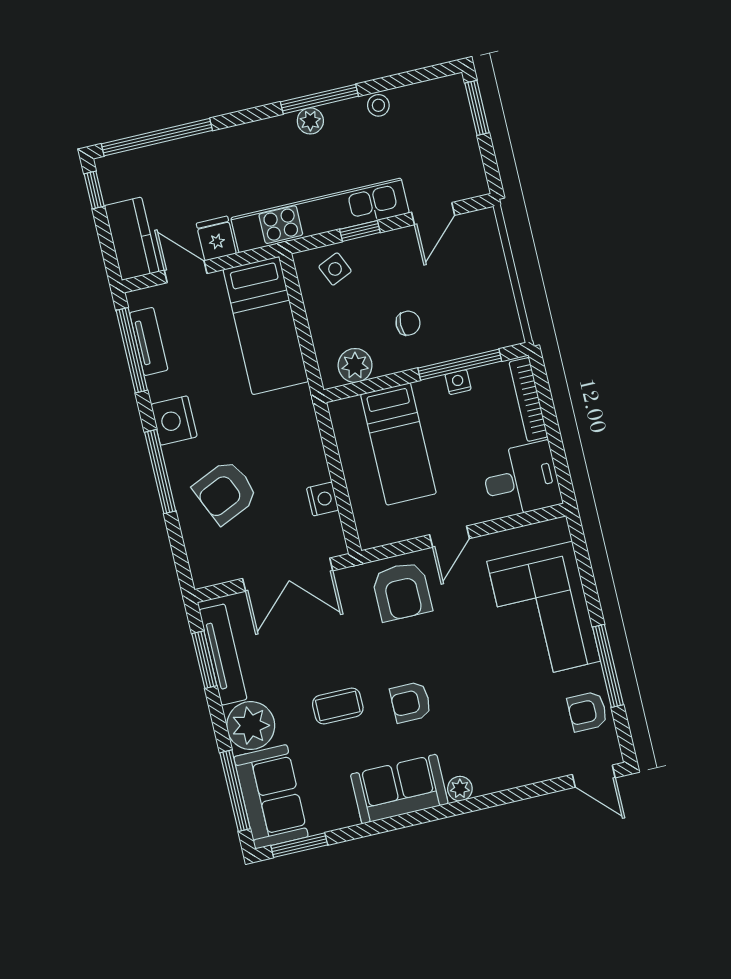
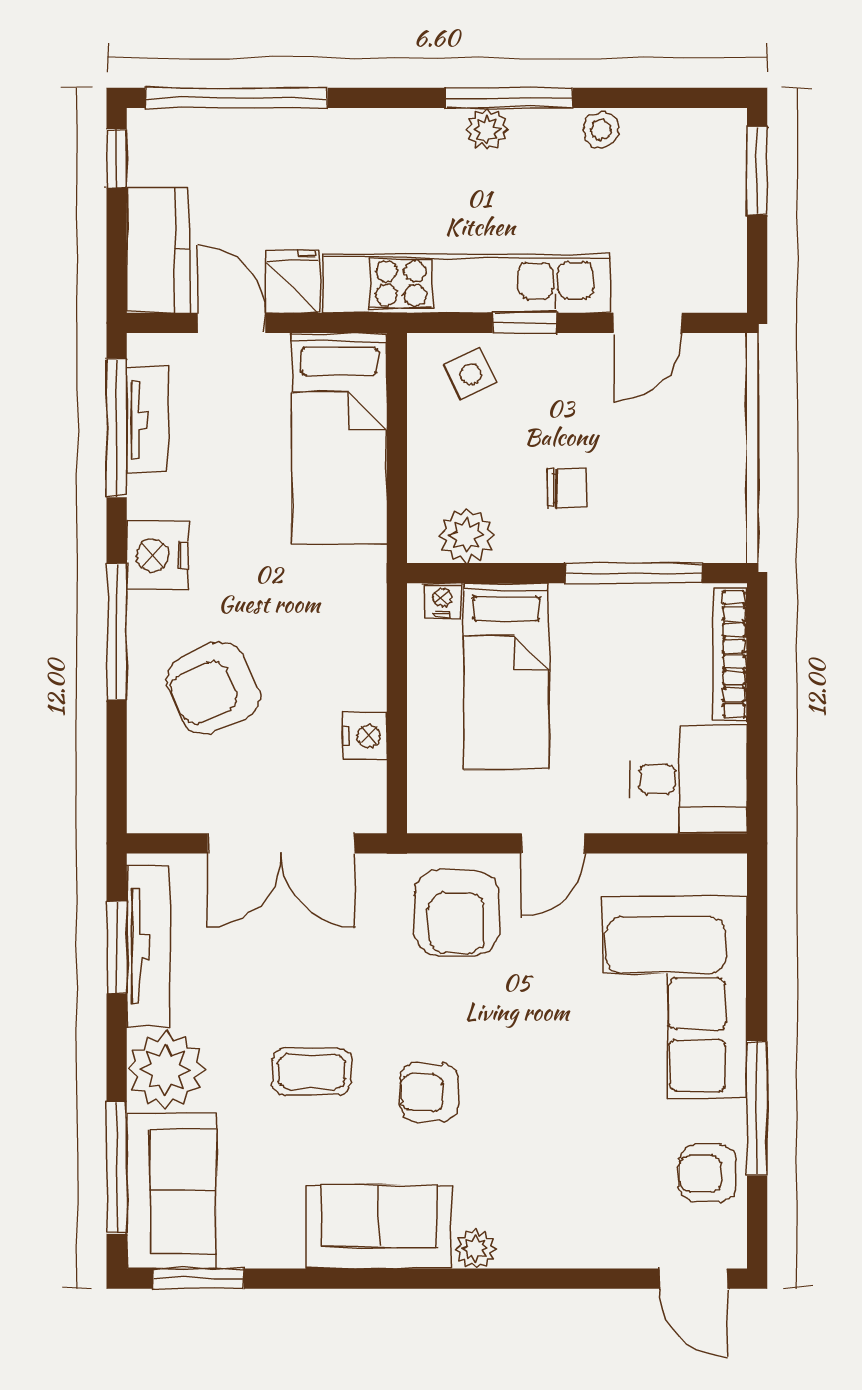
nightstand: (458, 382) -> (442, 600), moved

